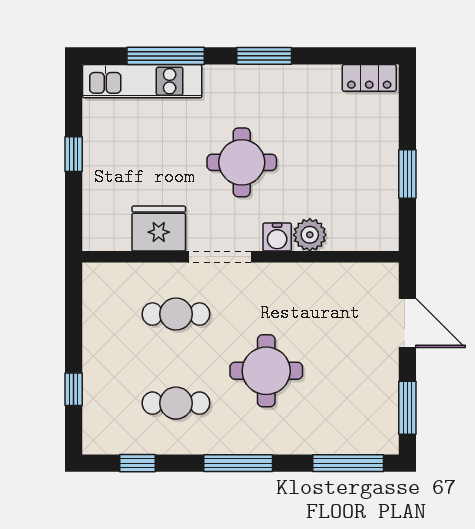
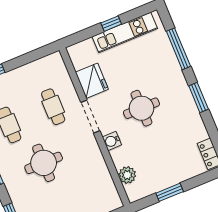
kitchen unit: (142, 81) -> (125, 33), moved, turned -90
plant: (310, 235) -> (127, 175), moved

